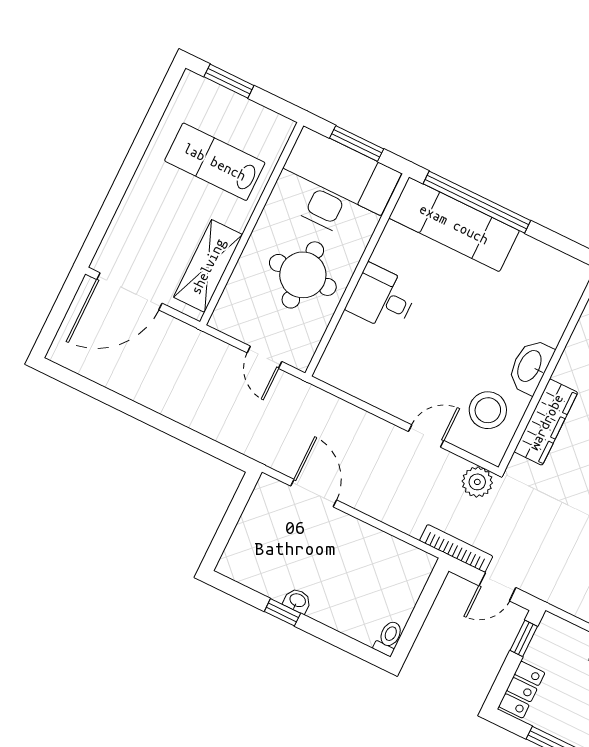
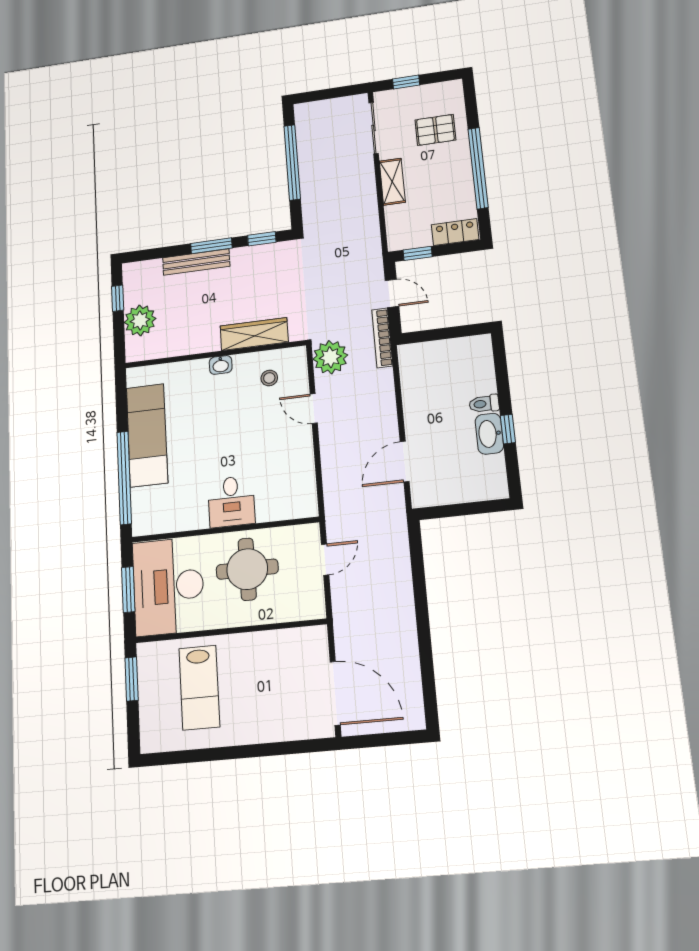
window: (229, 81) -> (132, 679), moved
exam couch: (454, 224) -> (147, 435), moved
shelving: (208, 266) -> (281, 644), removed
washbasin: (530, 366) -> (221, 365), width x0.52, depth x0.69
stool: (488, 410) -> (269, 378), width x0.53, depth x0.53
plant: (477, 482) -> (330, 357), width x1.36, depth x1.36
washbasin: (297, 601) -> (489, 434), width x1.91, depth x1.45
toilet: (389, 638) -> (484, 404), moved

